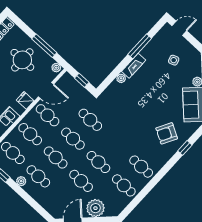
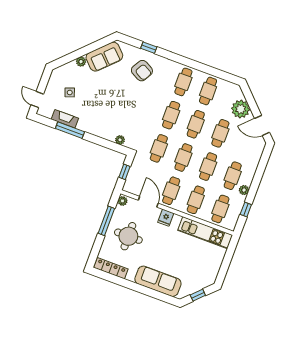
fireplace: (134, 66) -> (65, 119), moved
plant: (121, 78) -> (120, 140), moved
cafe table: (116, 143) -> (171, 115), added

